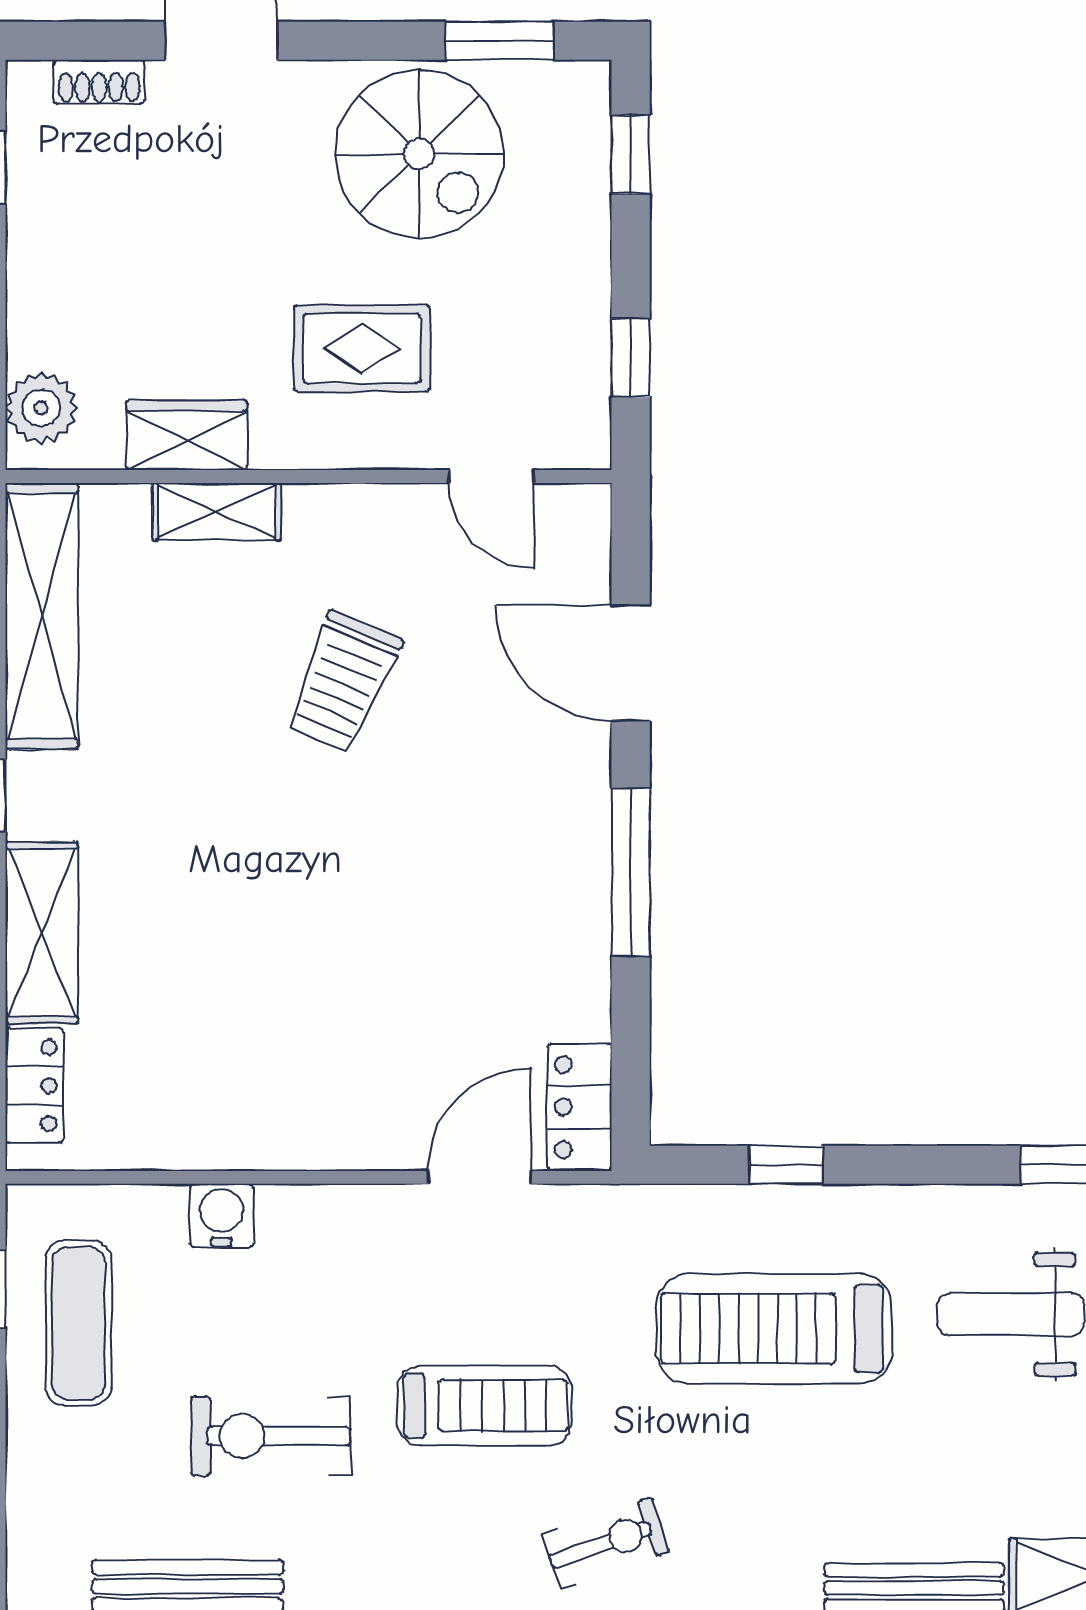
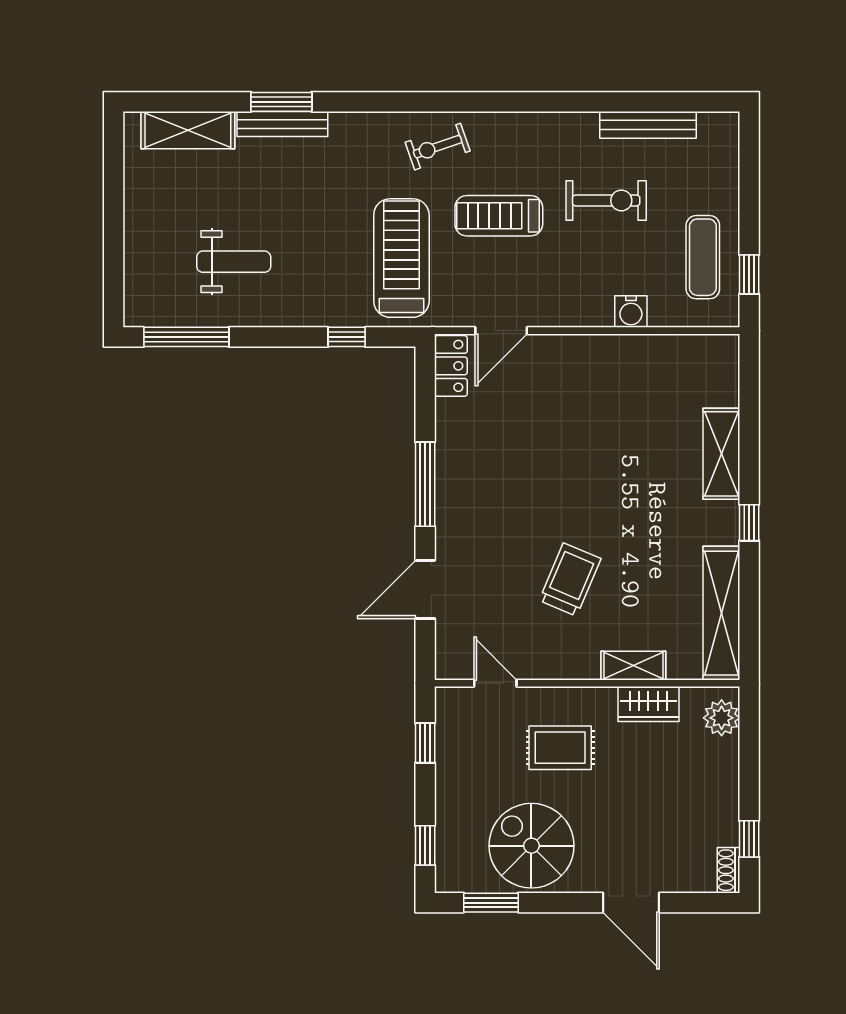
shoe rack: (99, 82) -> (729, 870), moved, turned -90
door: (631, 663) -> (425, 589), swing flipped
locker: (34, 1086) -> (725, 377), removed
treadmill: (774, 1329) -> (401, 258), moved, turned -90

